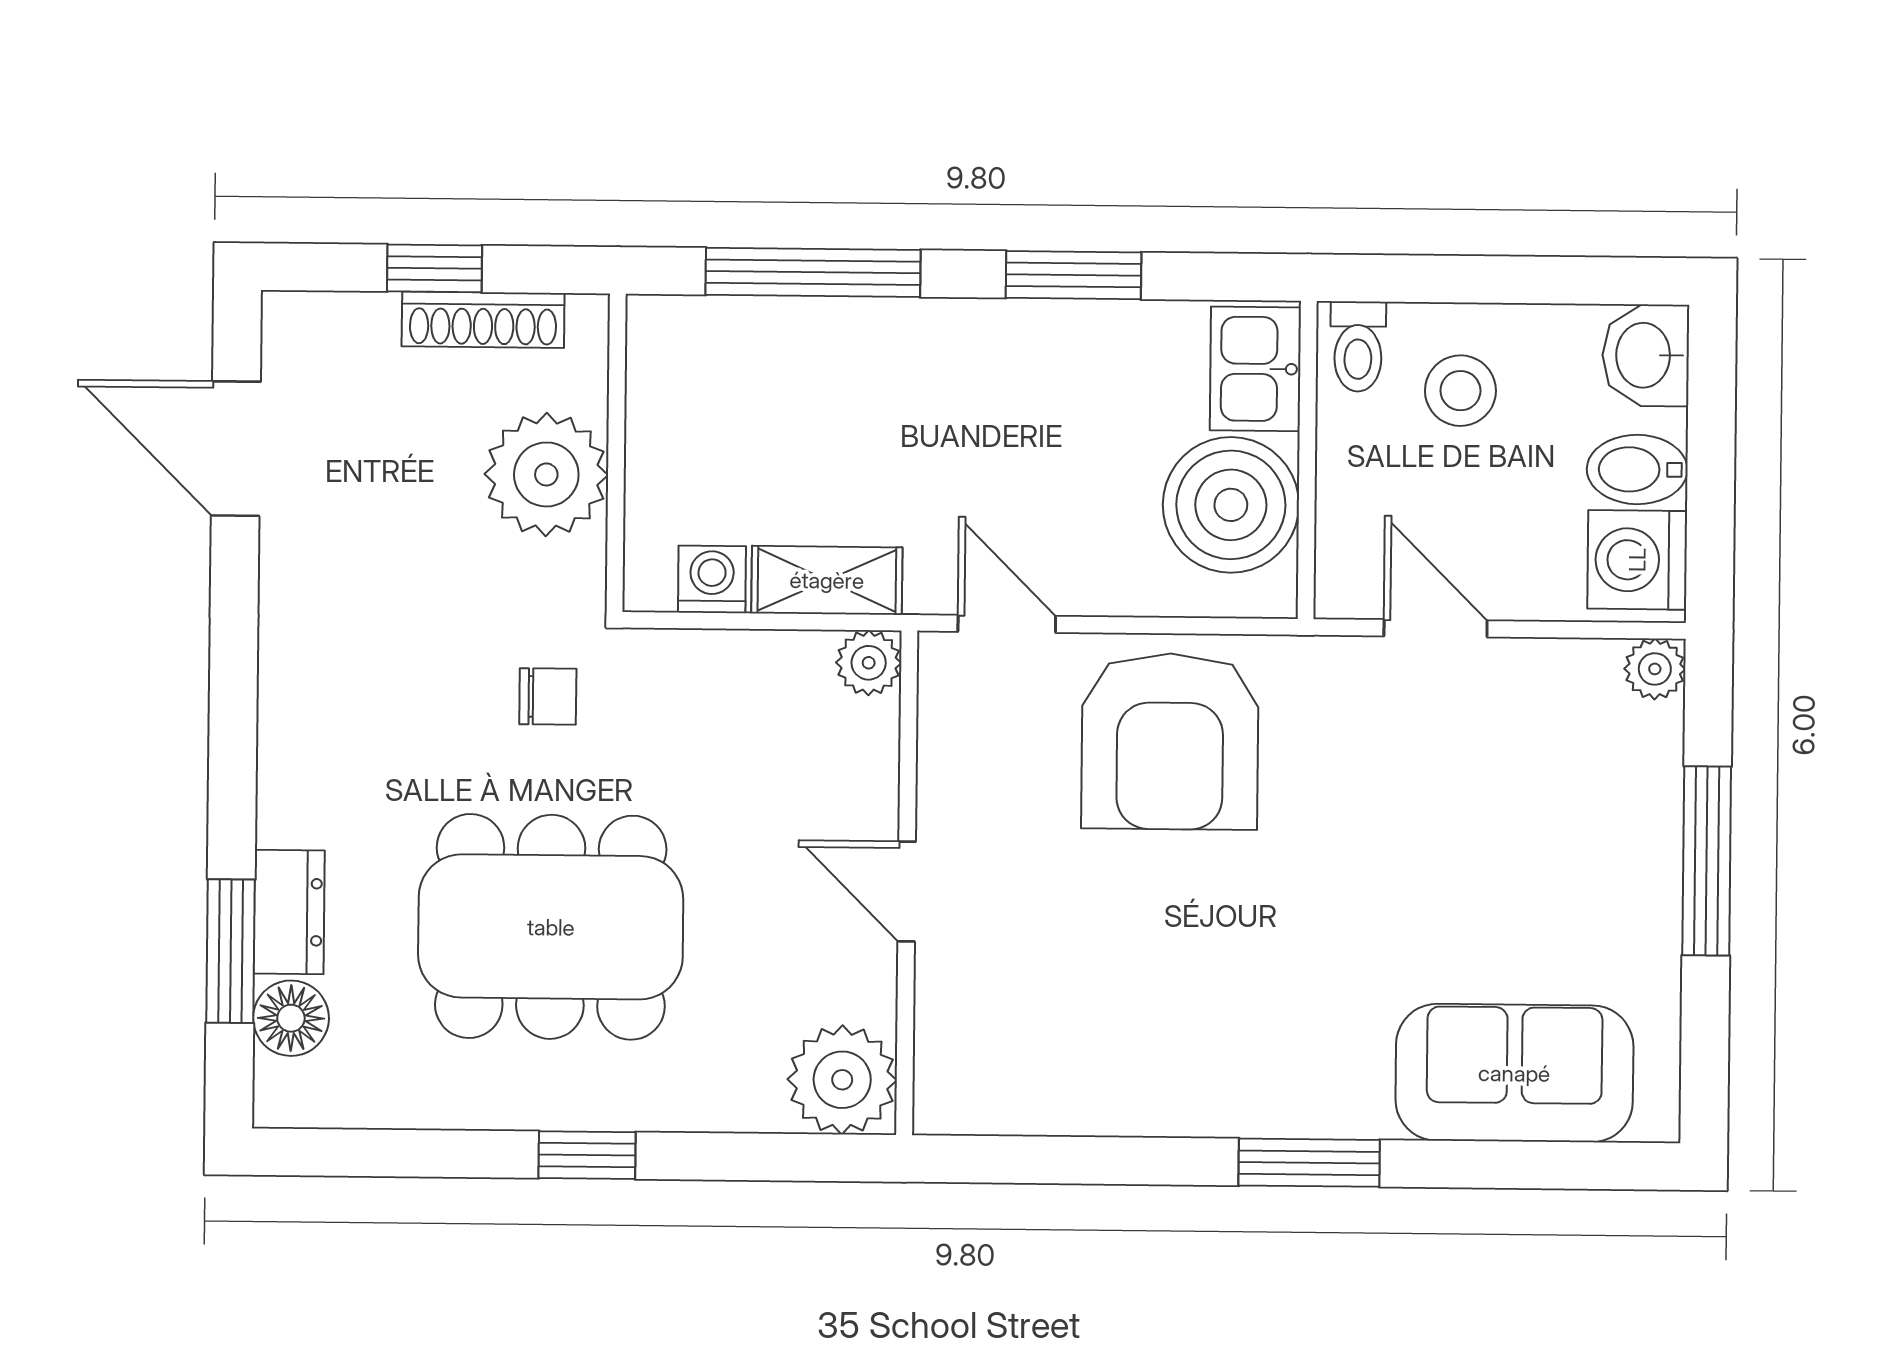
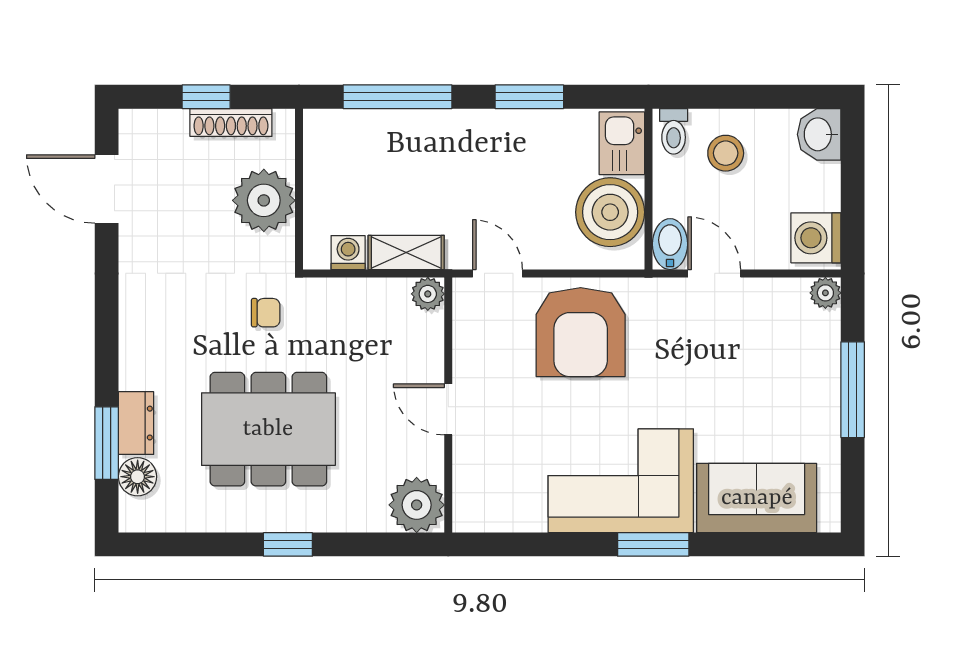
bidet: (1637, 469) -> (670, 244), moved, turned 90
corner sofa: (1246, 1036) -> (621, 481), added

